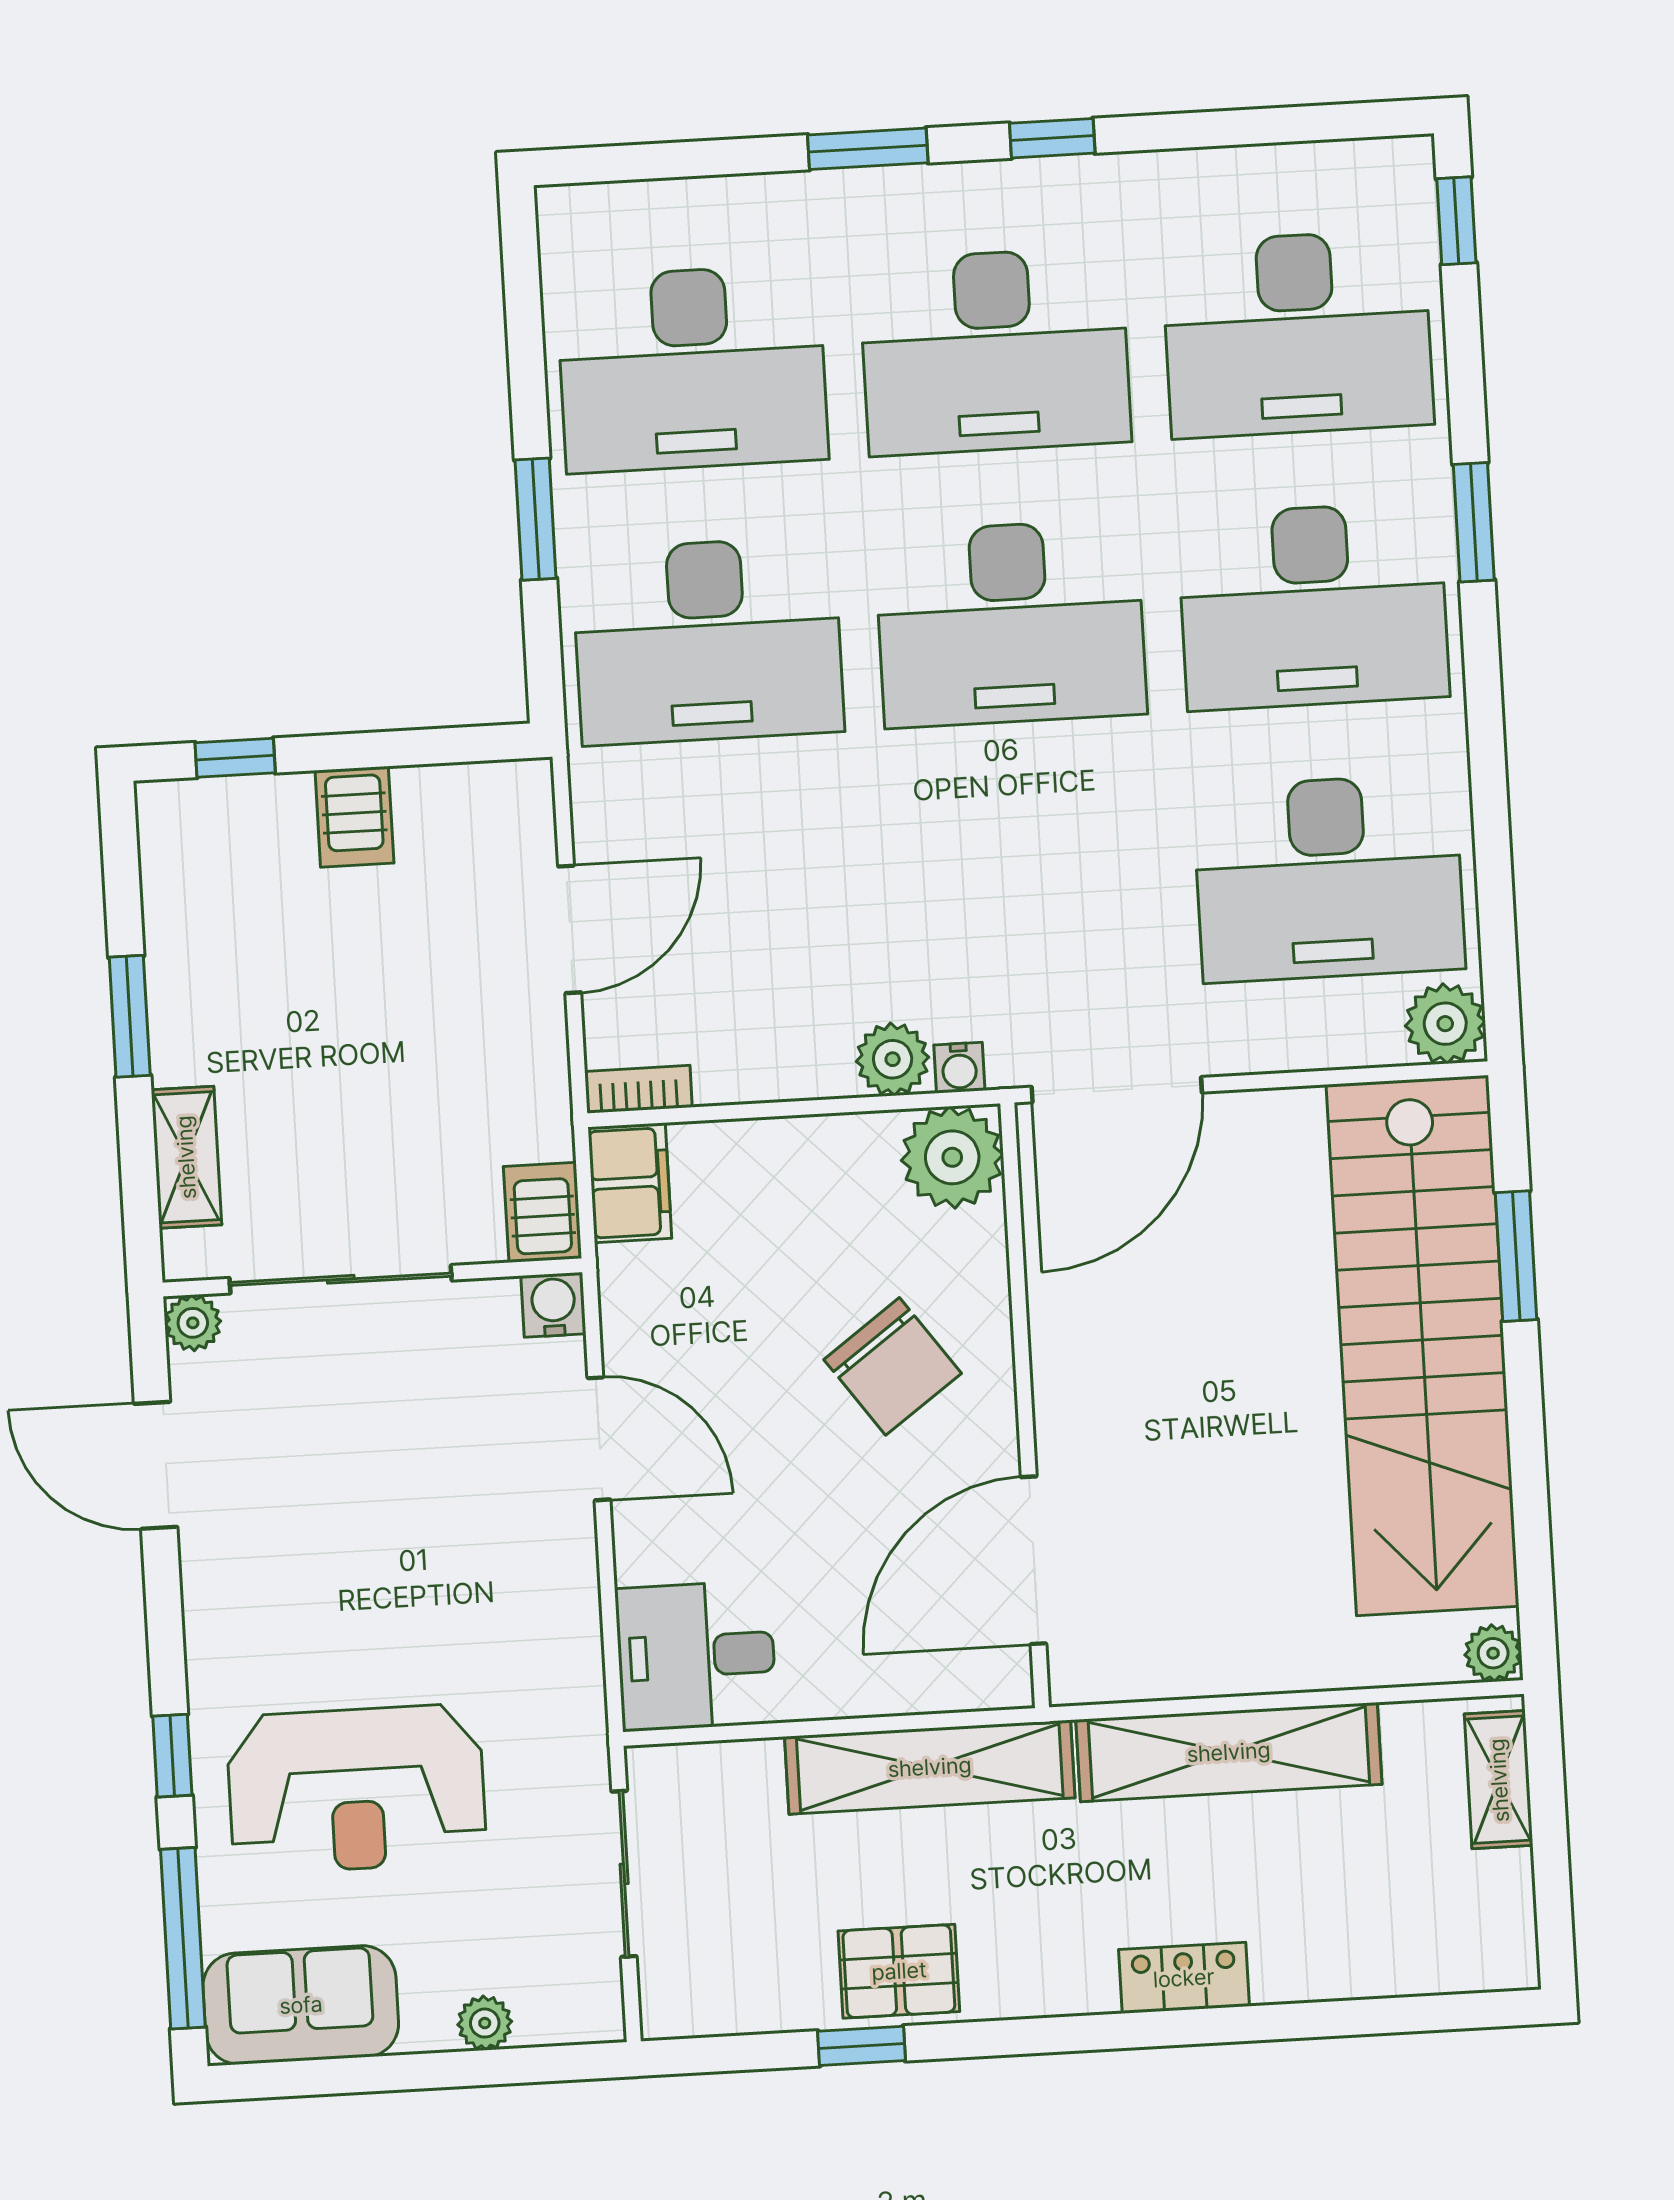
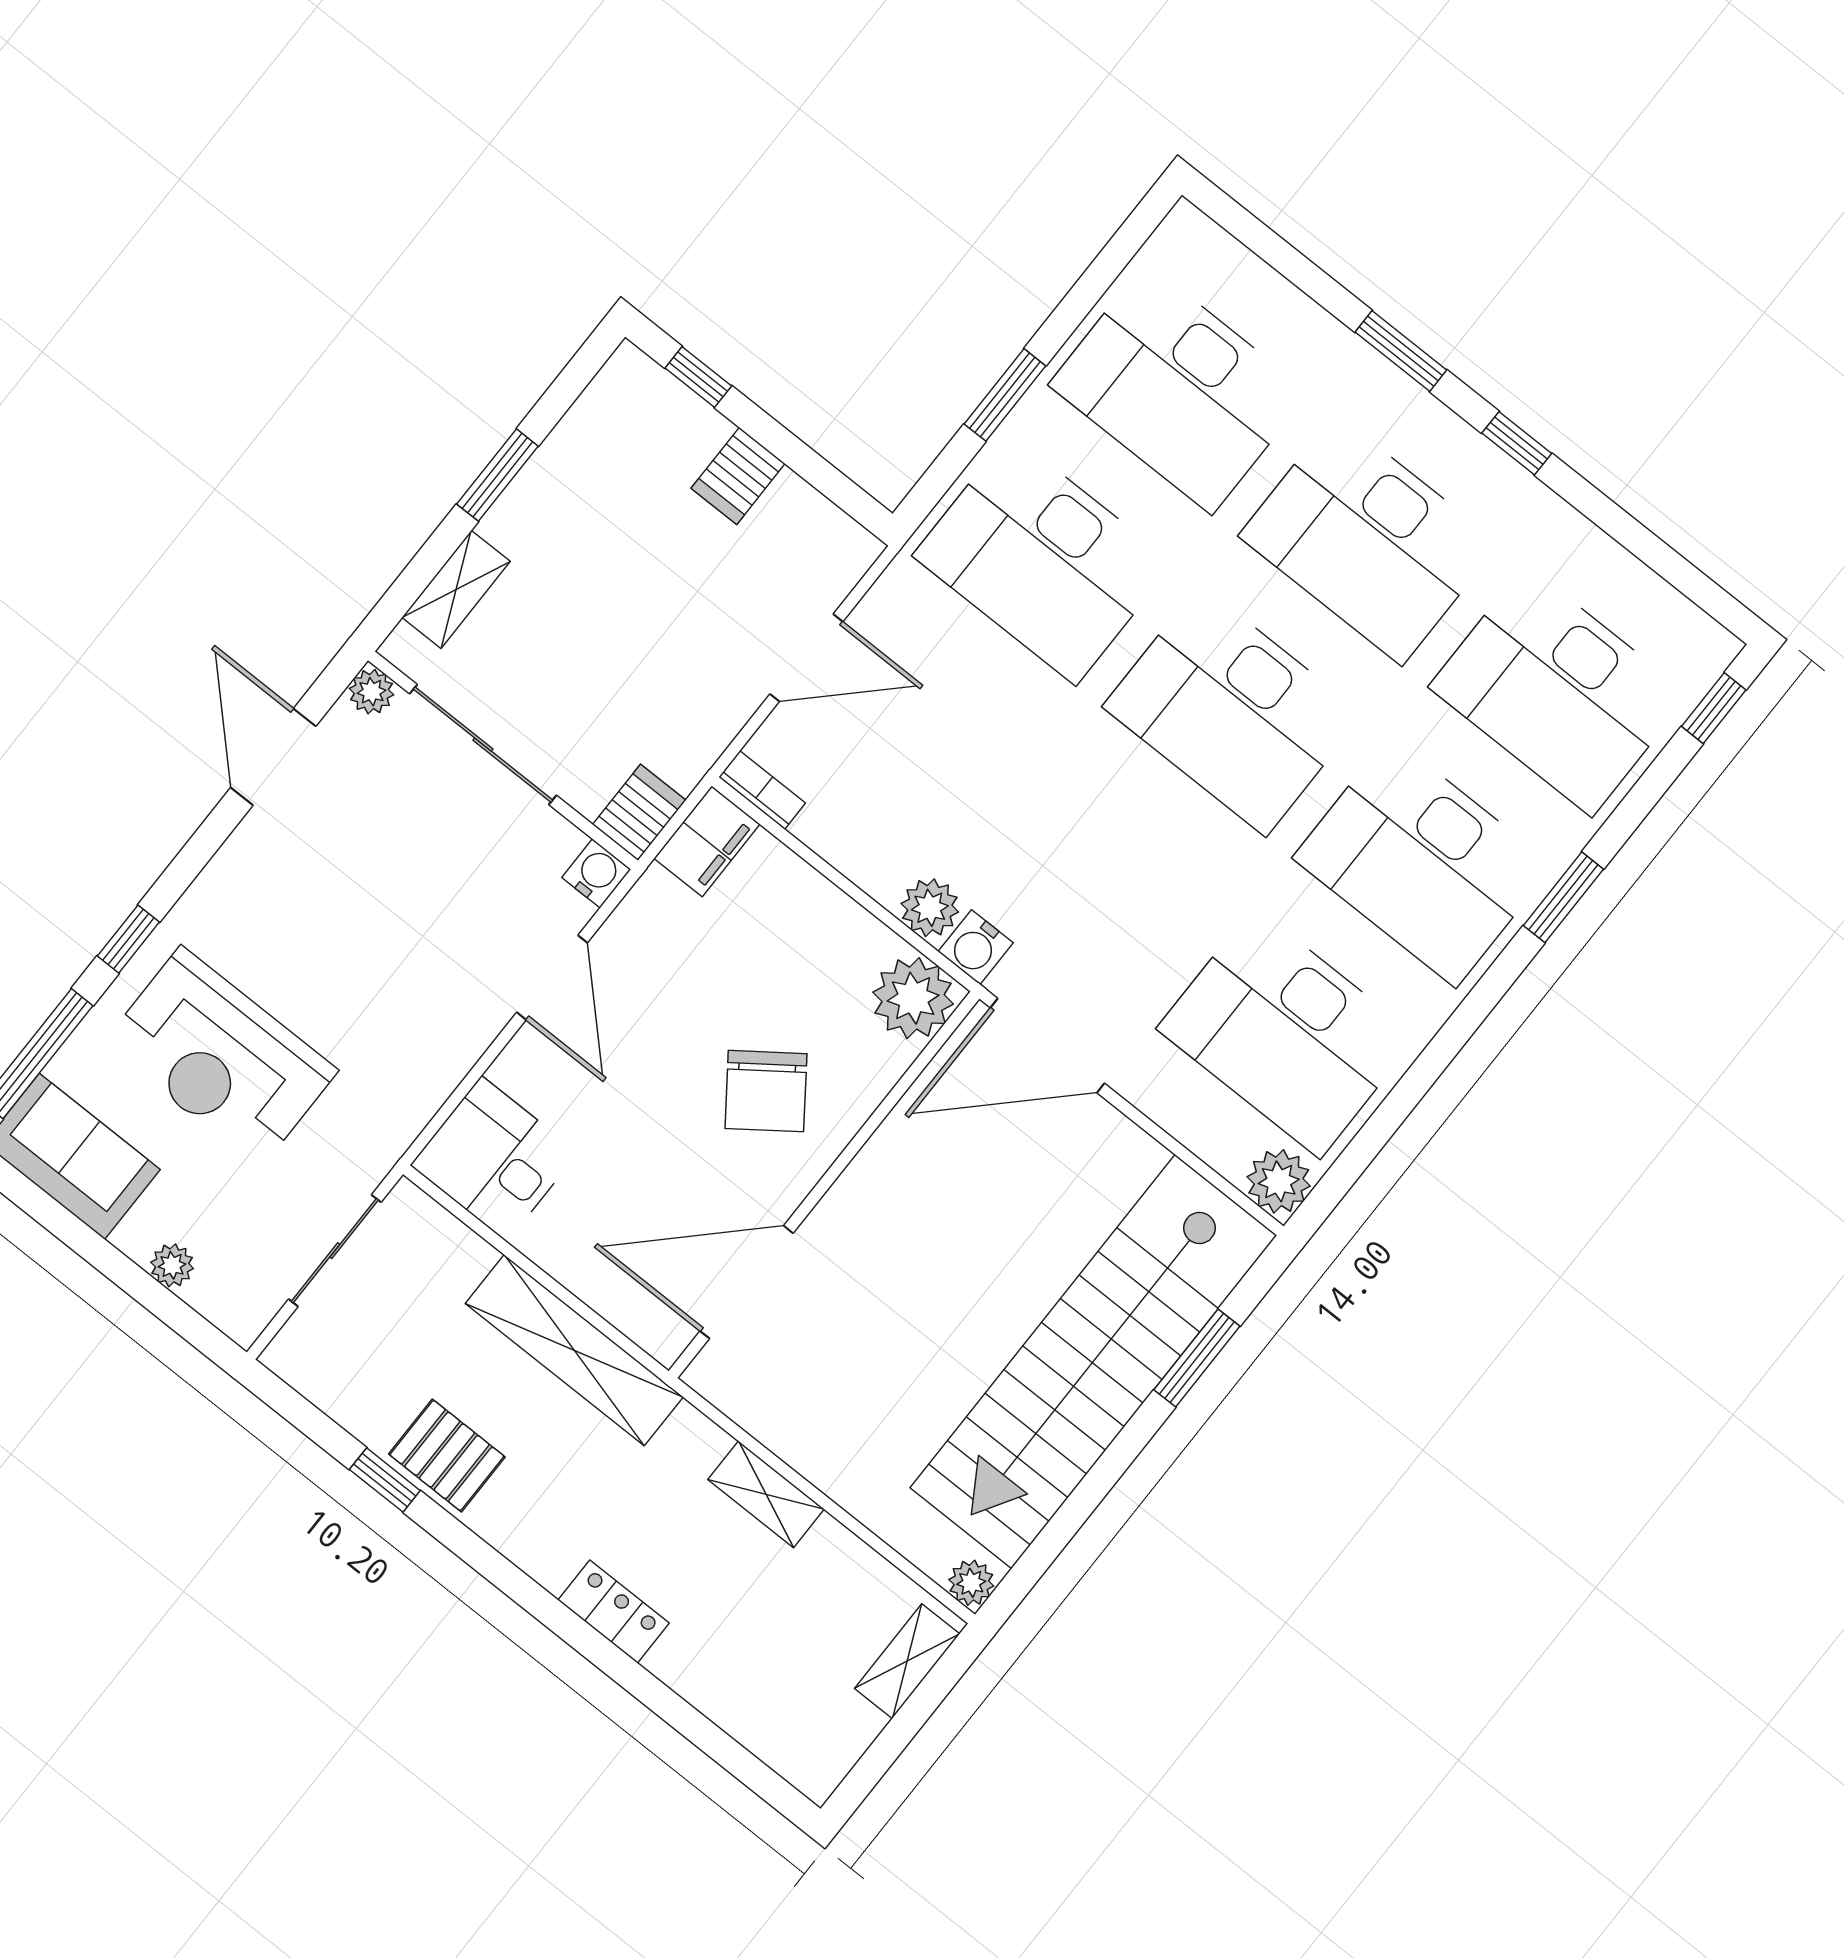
water cooler: (959, 1068) -> (976, 947), width x1.38, depth x1.38
shelving: (1229, 1752) -> (766, 1494), width x0.45, depth x0.75

